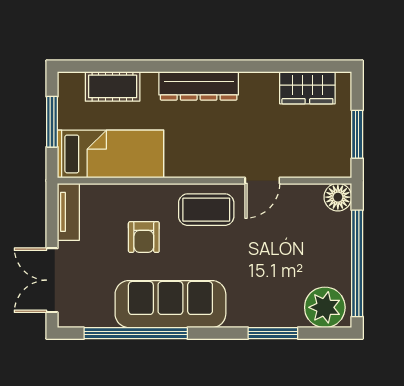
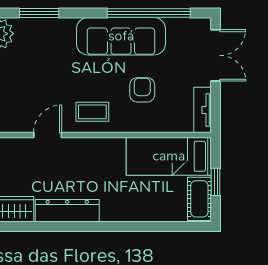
cot: (113, 86) -> (199, 199), moved, turned 90
dresser: (199, 86) -> (67, 211), moved
window: (52, 122) -> (216, 182), width x0.67
coffee table: (206, 210) -> (92, 112), width x0.73, depth x0.77

